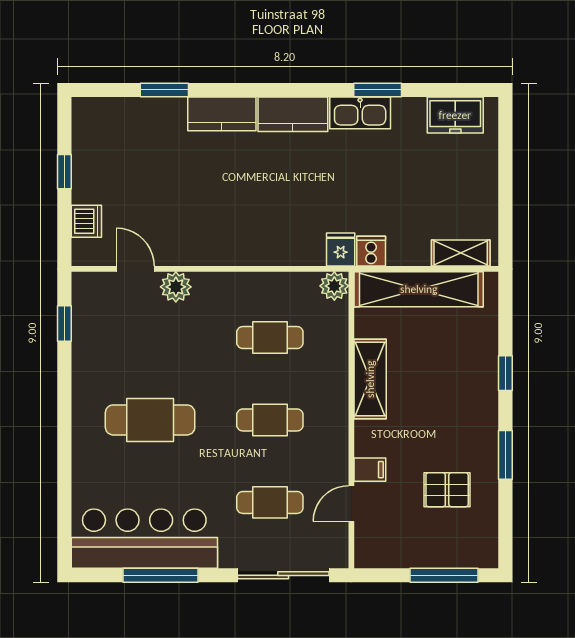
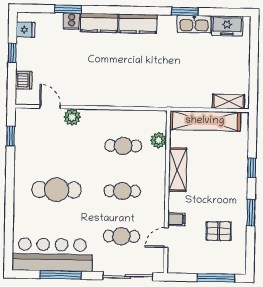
kitchen sink: (360, 113) -> (194, 24), moved
fridge: (341, 249) -> (26, 30), moved, turned 90
cooker: (371, 251) -> (72, 21), moved, turned 180
plant: (334, 286) -> (159, 140), moved

